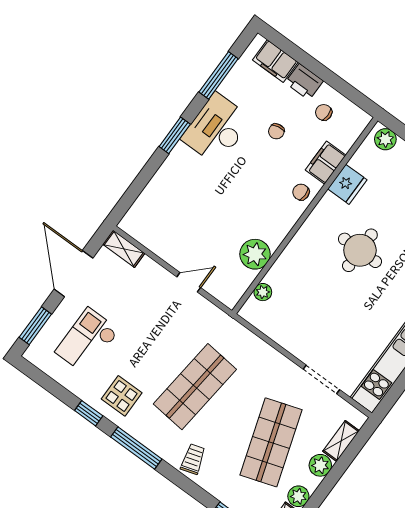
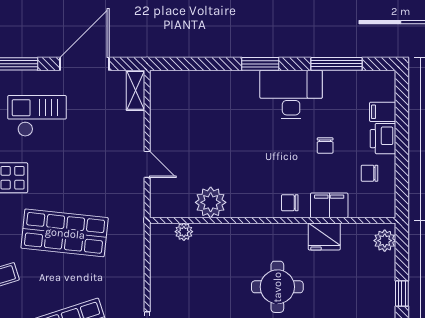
filing cabinet: (275, 61) -> (383, 112), width x0.50
chair: (324, 112) -> (369, 173), turned -90
chair: (276, 131) -> (325, 146), turned -80
chair: (301, 192) -> (290, 203), turned -90

